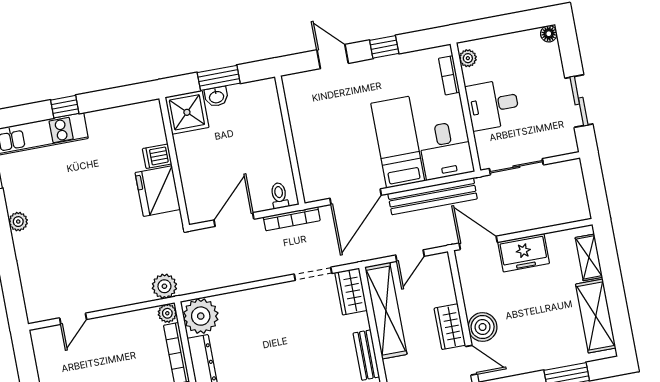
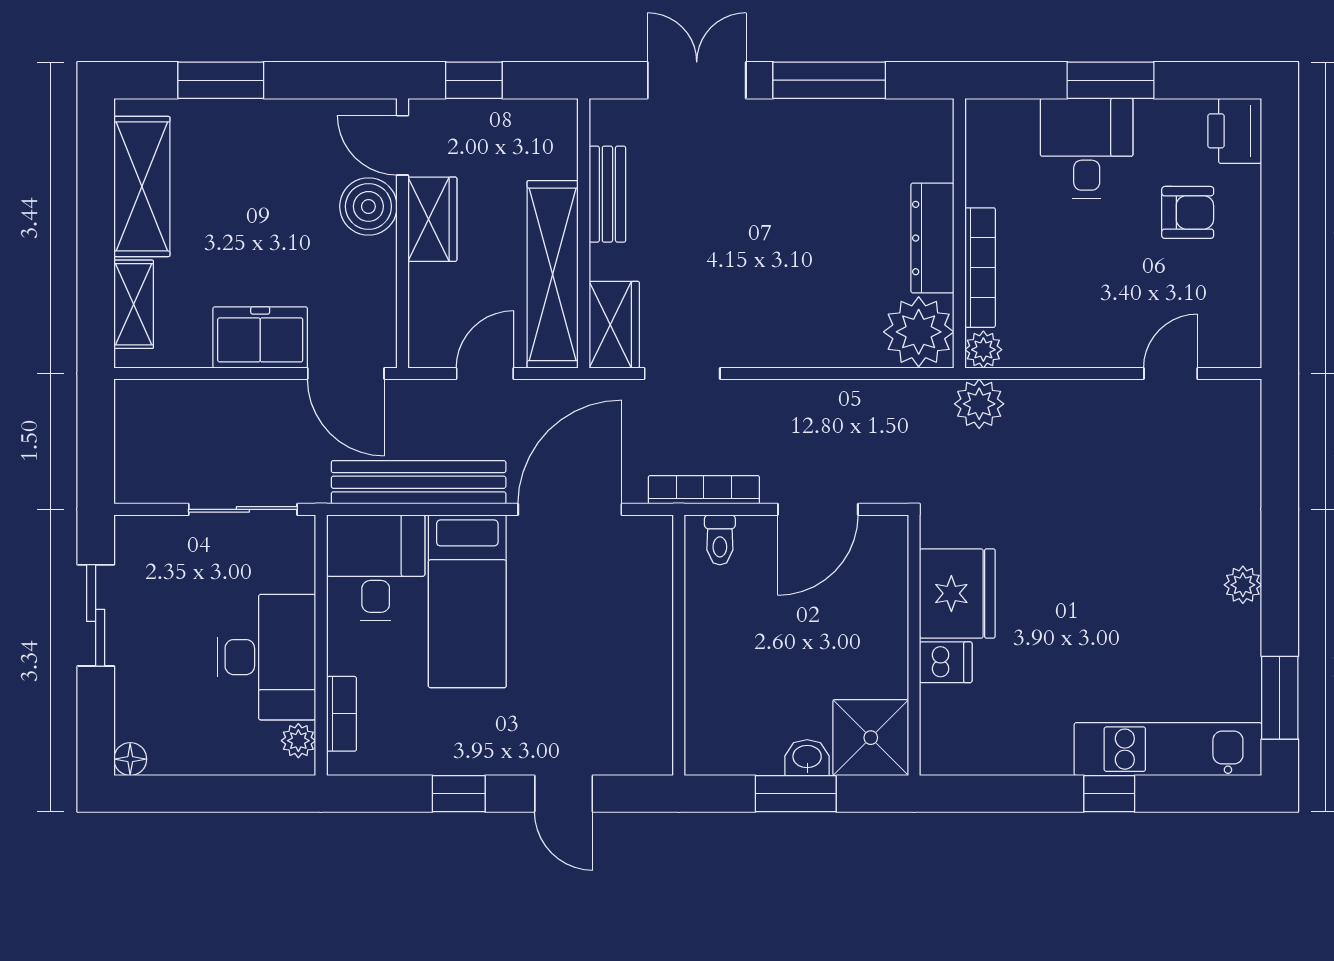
desk: (493, 105) -> (266, 657), width x1.37

